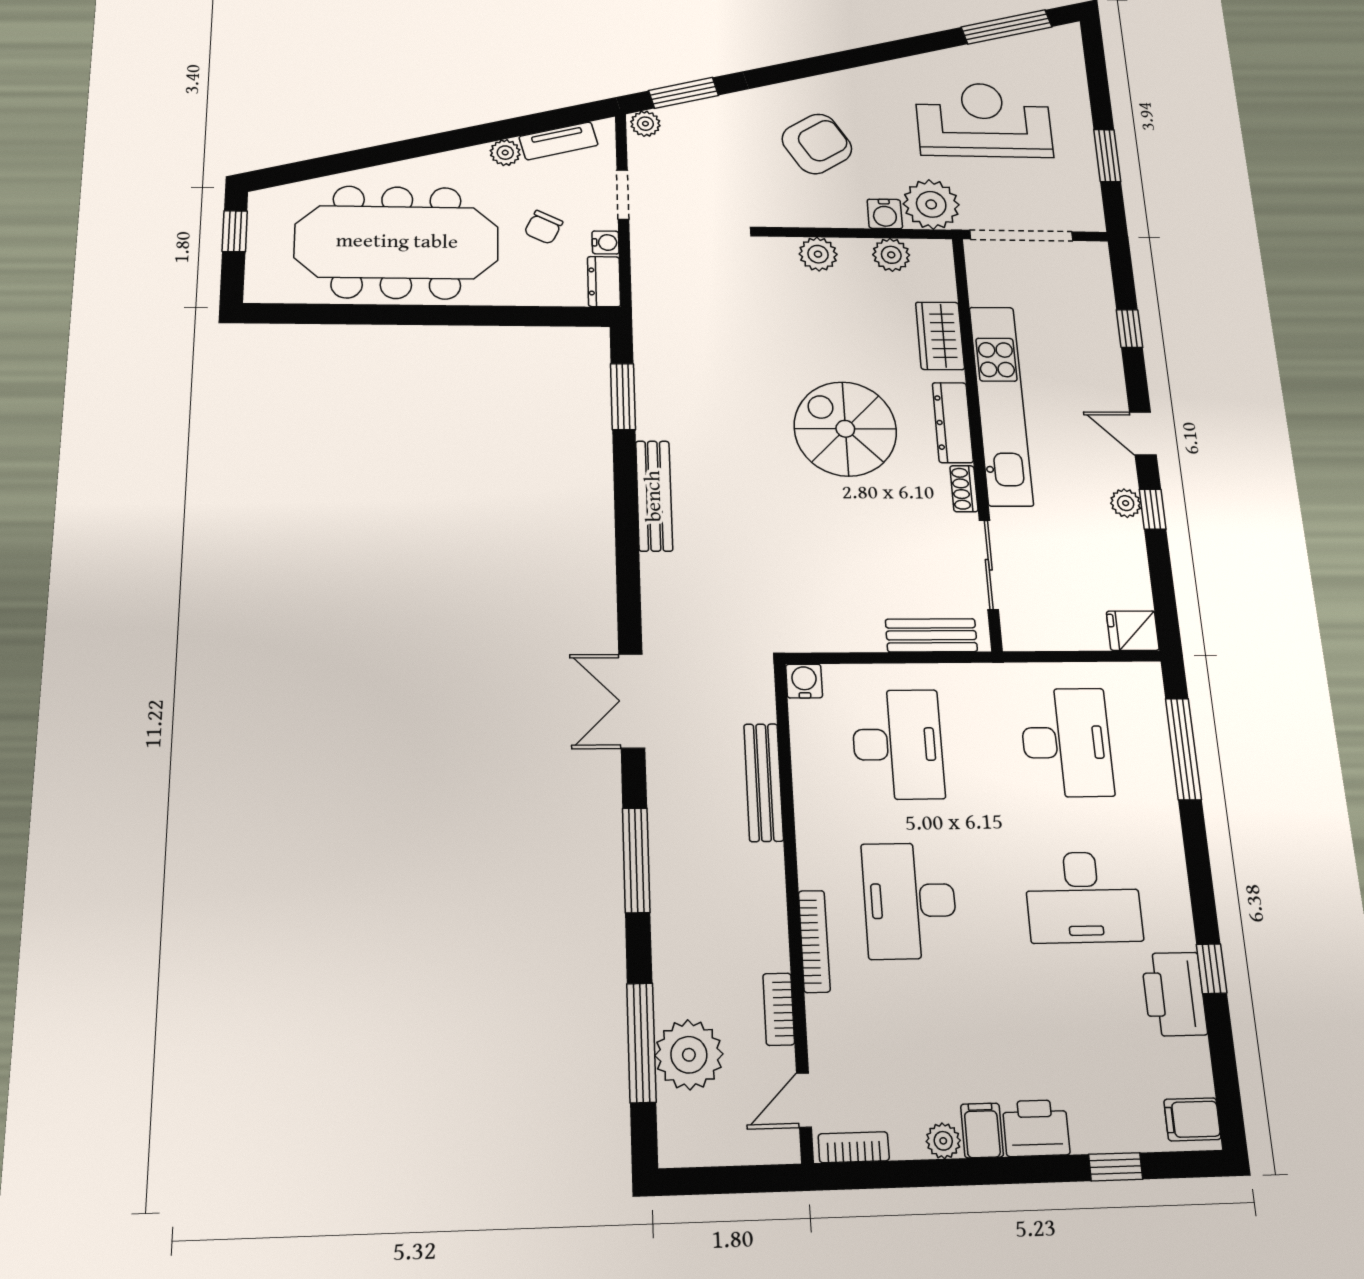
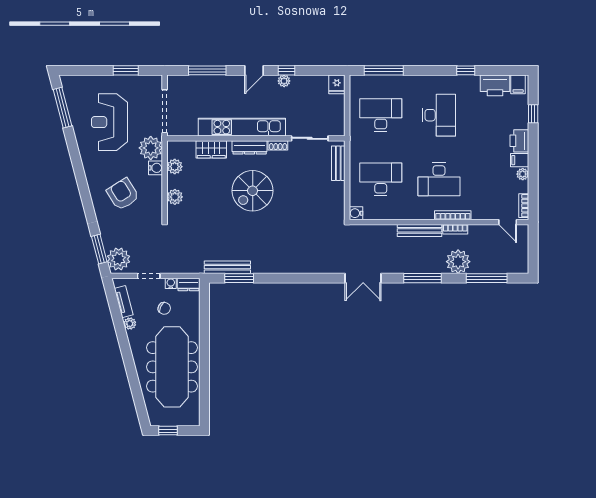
plant: (645, 124) -> (118, 259), width x1.87, depth x1.87
window: (1129, 329) -> (207, 70), width x2.17
bench: (654, 496) -> (227, 267), moved
bench: (764, 782) -> (419, 230), moved
printer: (1174, 994) -> (495, 85), moved
bookcase: (779, 1009) -> (455, 229), moved
plant: (689, 1055) -> (458, 262), moved

